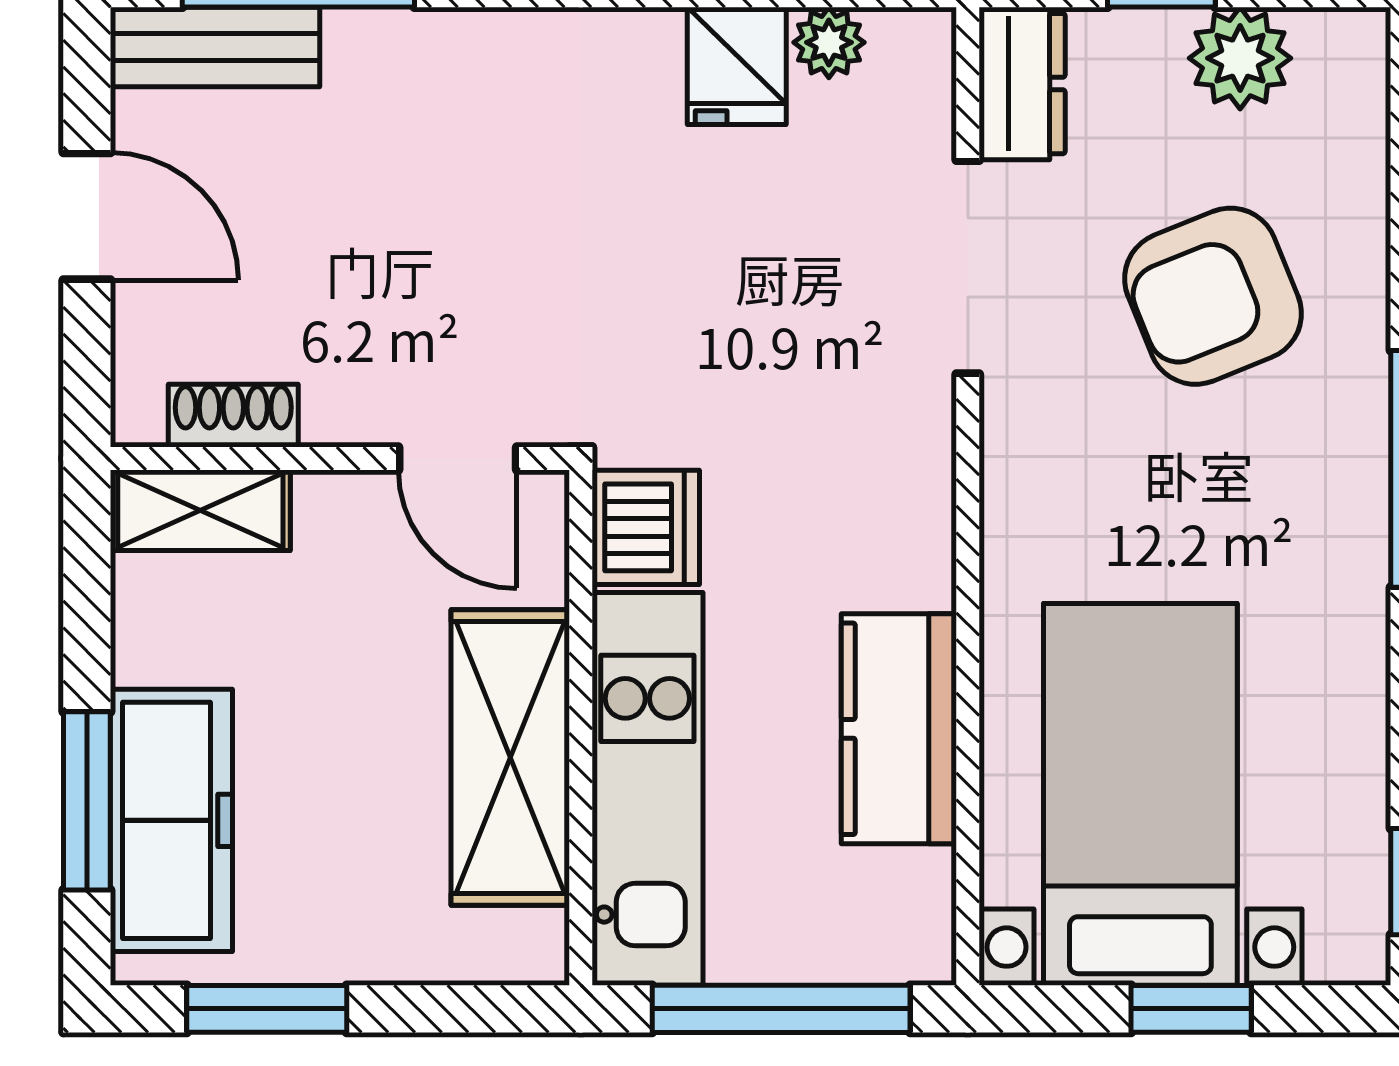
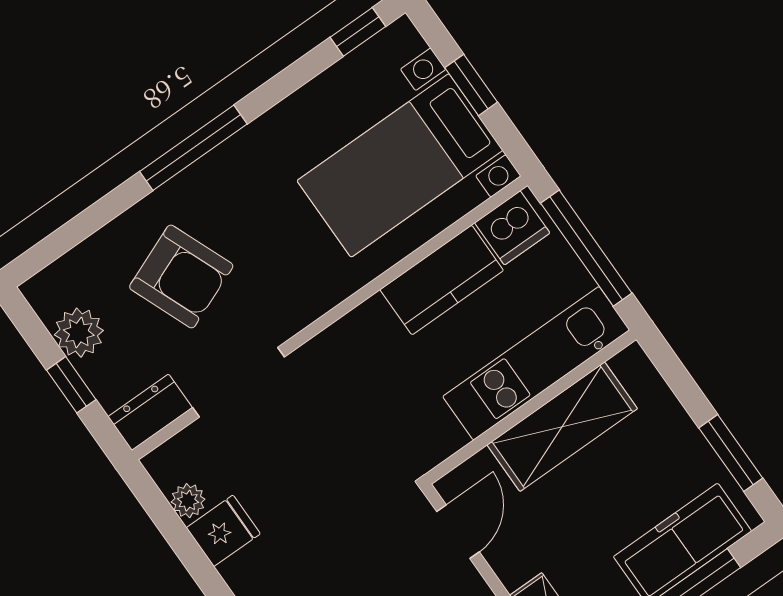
dishwasher: (646, 527) -> (512, 228), moved, turned 180

